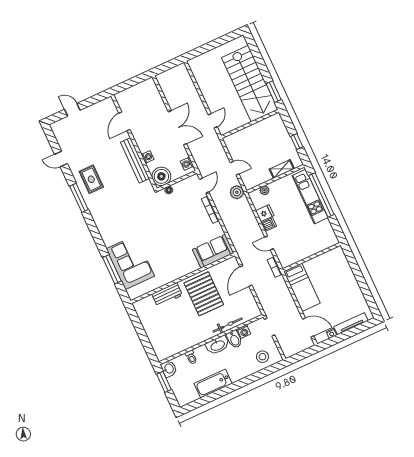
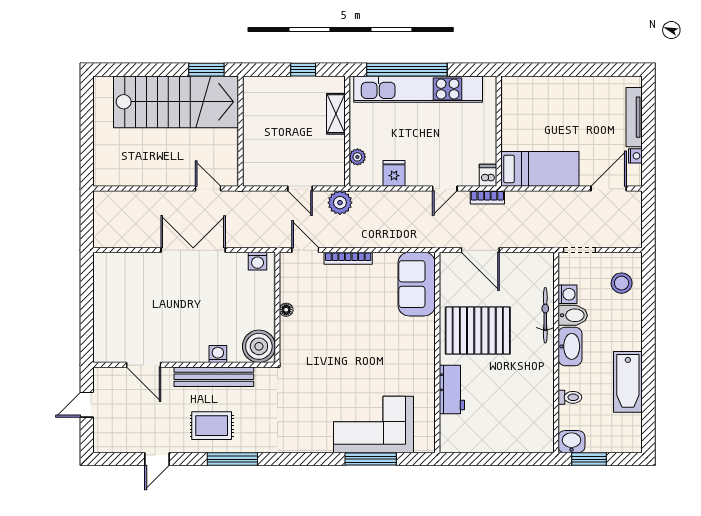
door: (124, 121) -> (144, 365), moved
wall: (134, 142) -> (184, 365), moved
washing machine: (148, 157) -> (218, 354), moved
bench: (135, 160) -> (214, 377), moved
door: (235, 168) -> (300, 189), swing flipped
boiler: (161, 176) -> (259, 346), moved
kitchen unit: (310, 197) -> (418, 89), width x1.36
dishwasher: (269, 225) -> (488, 175), moved

